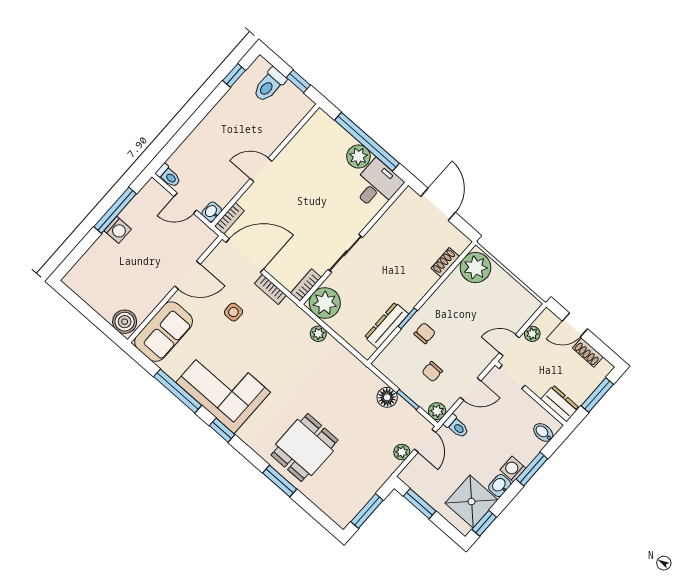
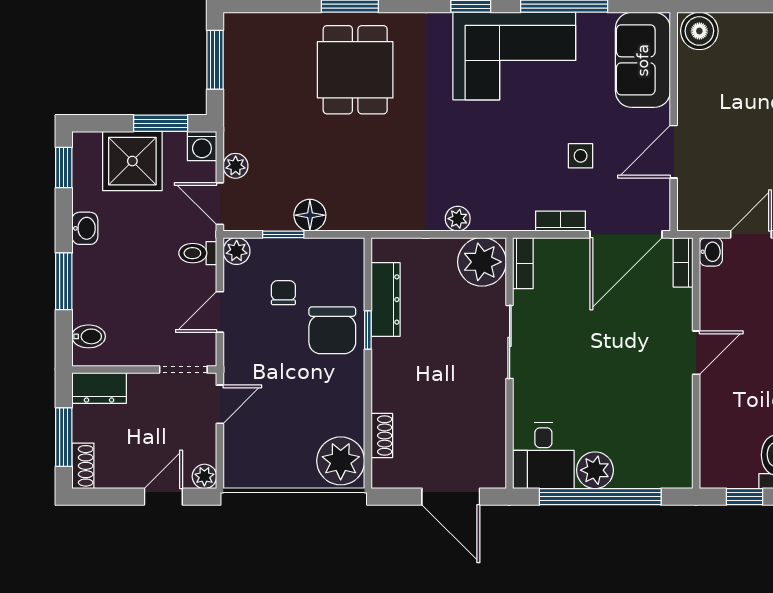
chair: (425, 333) -> (332, 330), width x1.87, depth x1.87
plant: (532, 334) -> (204, 476), moved
shoe rack: (588, 352) -> (83, 466), moved, turned 90
washing machine: (513, 469) -> (202, 146), moved, turned 90
shower: (471, 502) -> (132, 161), moved

